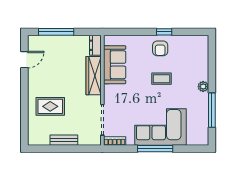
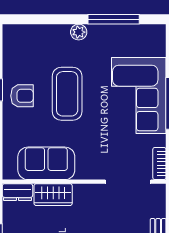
wardrobe: (94, 76) -> (53, 195), width x0.67
coffee table: (162, 79) -> (67, 94), width x1.86, depth x1.72

